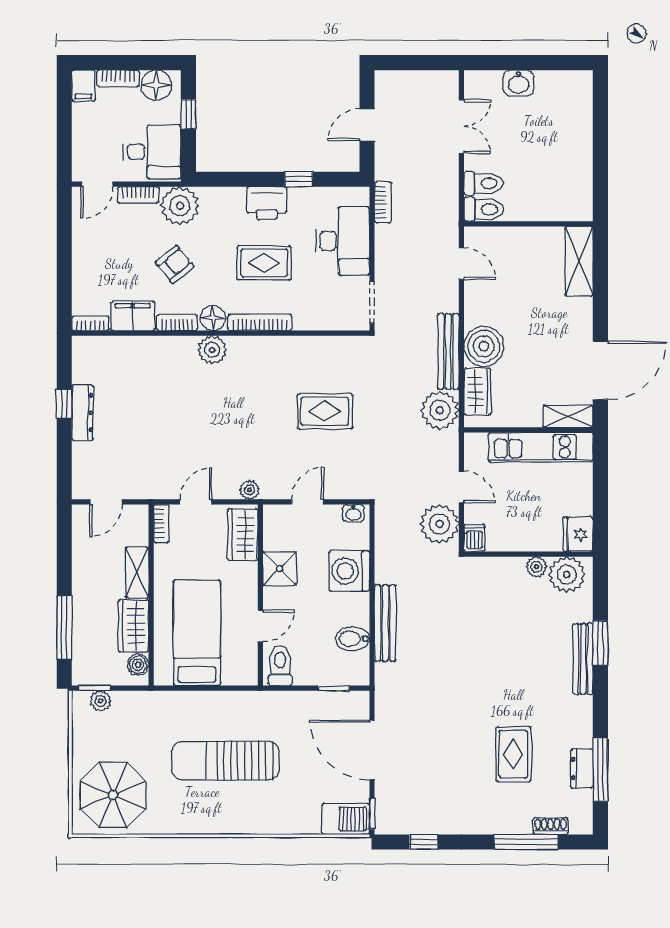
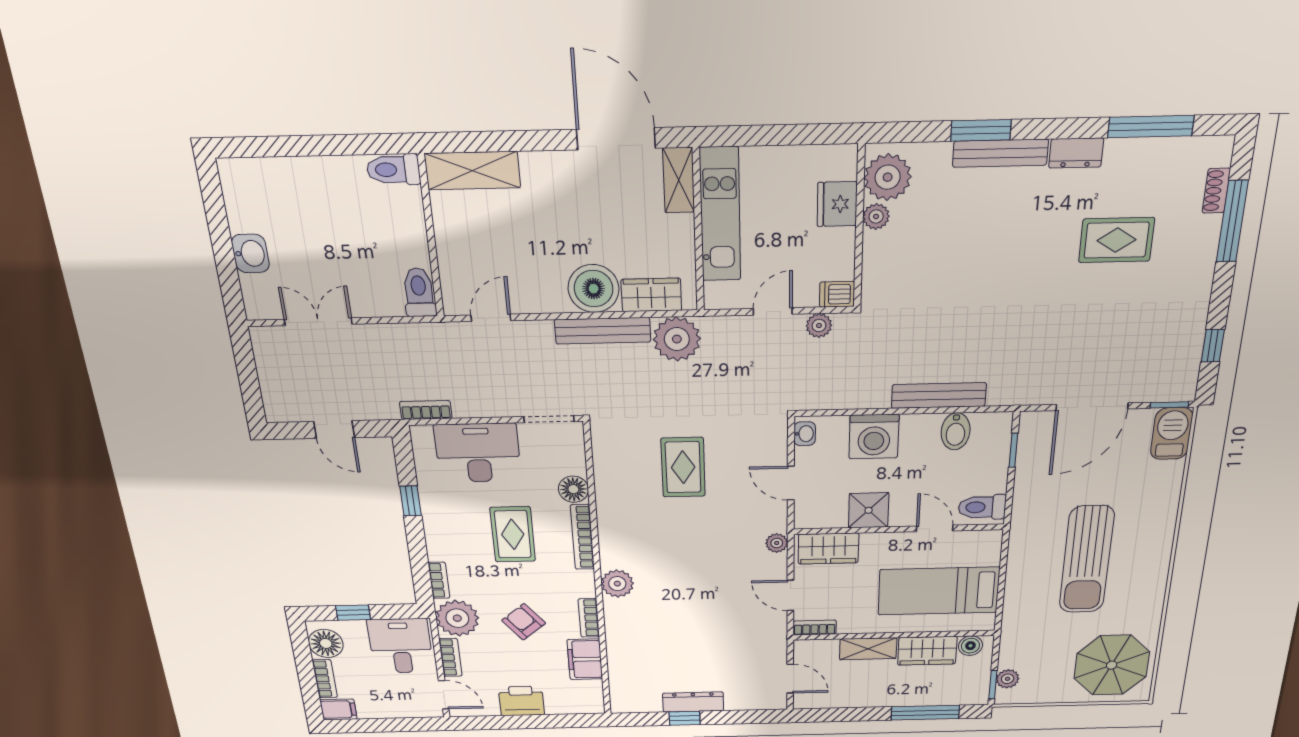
toilet: (483, 183) -> (393, 170), moved, turned -90
printer: (267, 203) -> (521, 701), moved, turned -90
floor lamp: (213, 318) -> (573, 489), moved
bookcase: (90, 323) -> (439, 580), moved, turned 180
plant: (439, 524) -> (819, 326), width x0.53, depth x0.53
fridge: (578, 534) -> (837, 204), moved, turned 90
dresser: (582, 768) -> (1076, 153), moved

